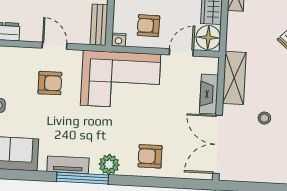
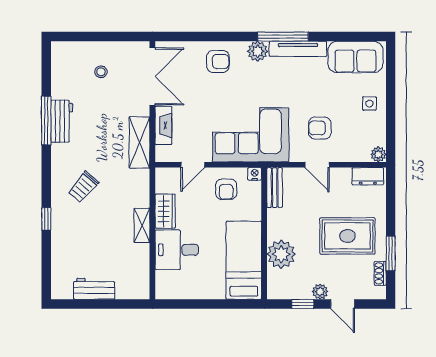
armchair: (148, 26) -> (226, 189), turned 89
floor lamp: (208, 37) -> (167, 181), removed
stool: (264, 118) -> (101, 72), moved
tv unit: (68, 165) -> (298, 49), width x1.41

